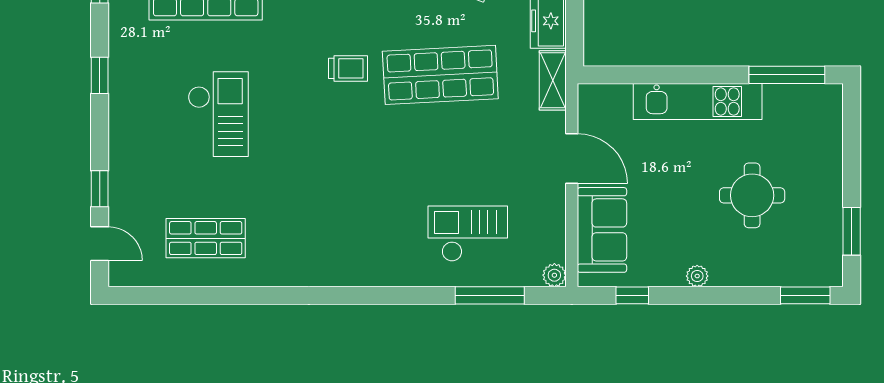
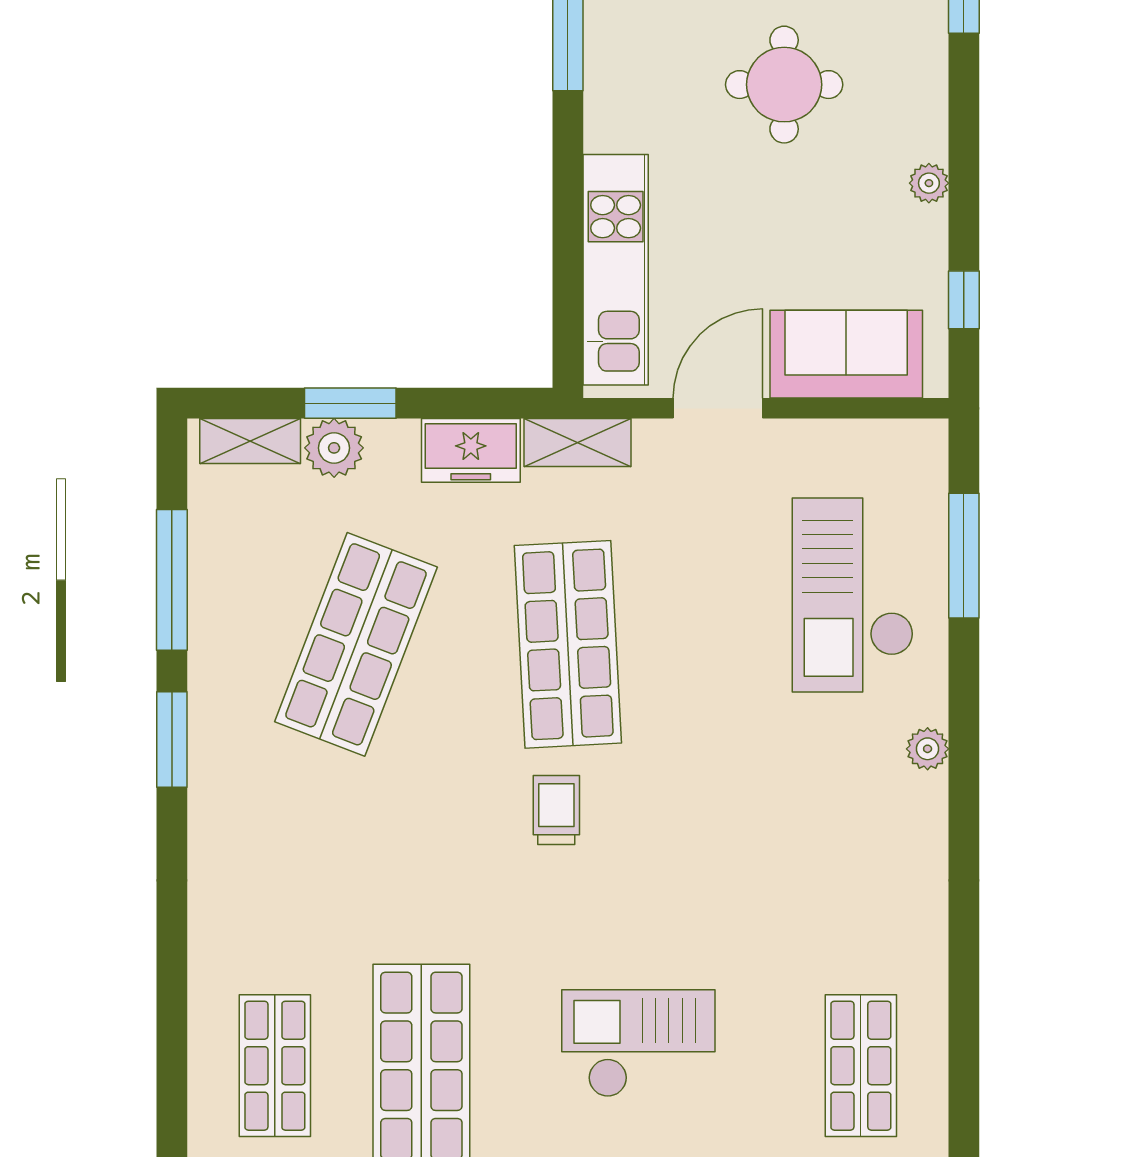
kitchen unit: (698, 102) -> (616, 270), moved
checkout: (468, 234) -> (853, 595), width x1.36, depth x1.21
plant: (554, 275) -> (928, 749), moved

